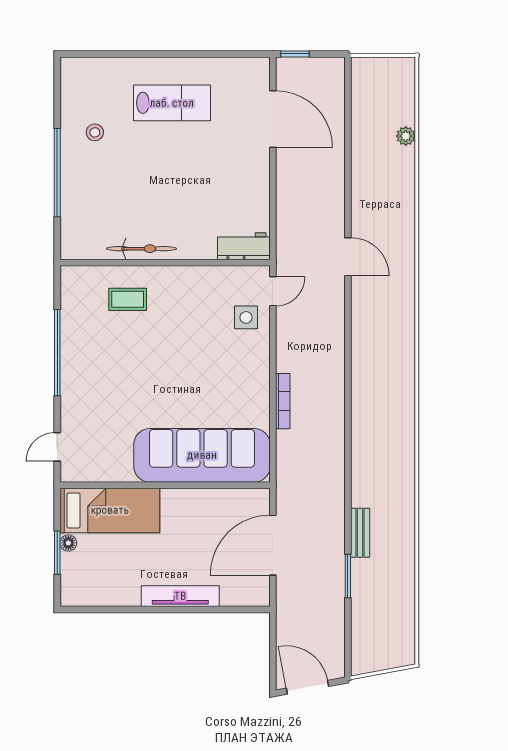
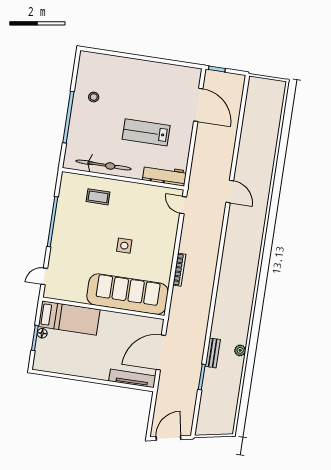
lab bench: (172, 103) -> (146, 132), moved, turned 180
plant: (406, 136) -> (240, 350), moved
workbench: (244, 246) -> (165, 175), width x1.37
bicycle: (142, 249) -> (104, 165), width x1.37, depth x1.40
door: (273, 291) -> (183, 205), swing flipped
side table: (246, 317) -> (124, 246), moved
tv unit: (180, 596) -> (132, 378), moved
door: (307, 687) -> (168, 438), hinge flipped

